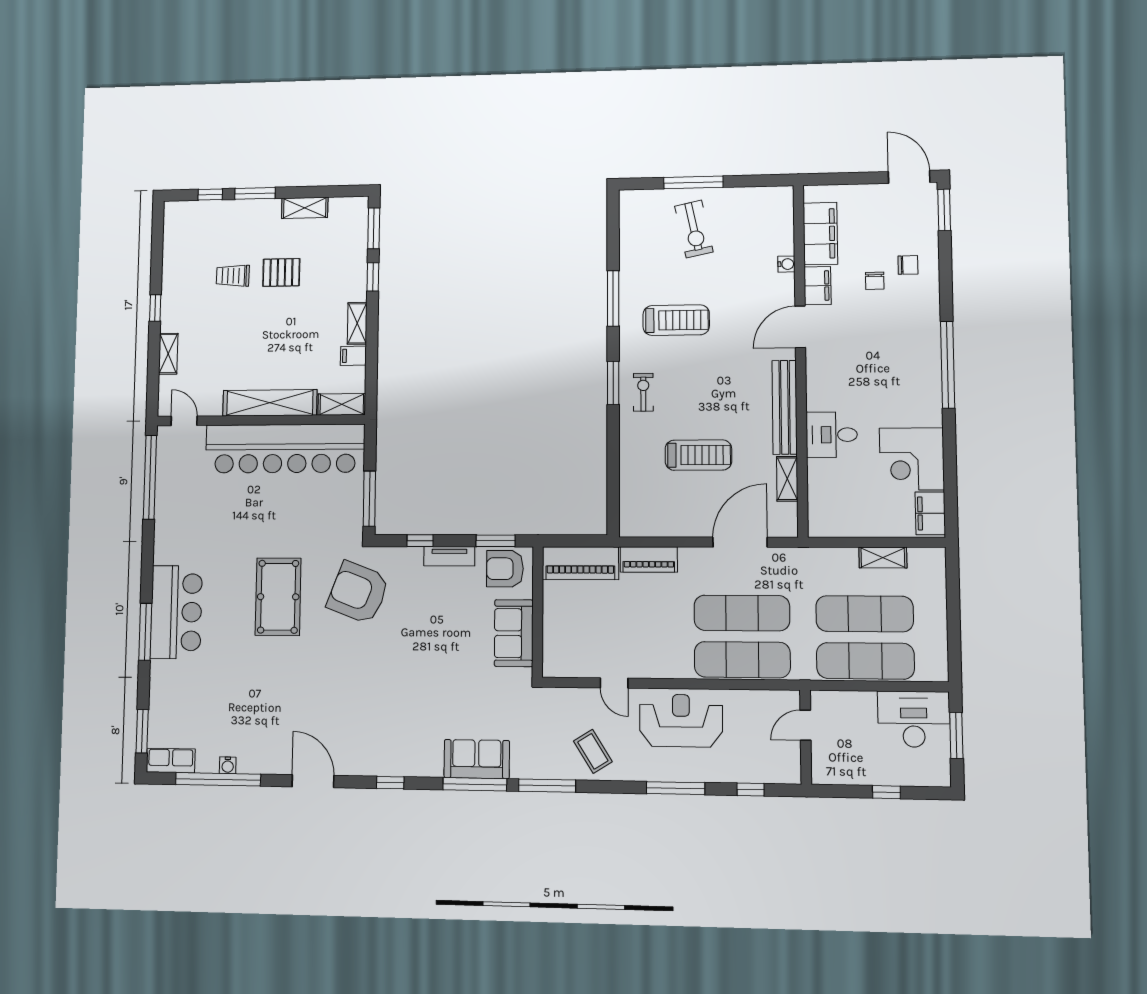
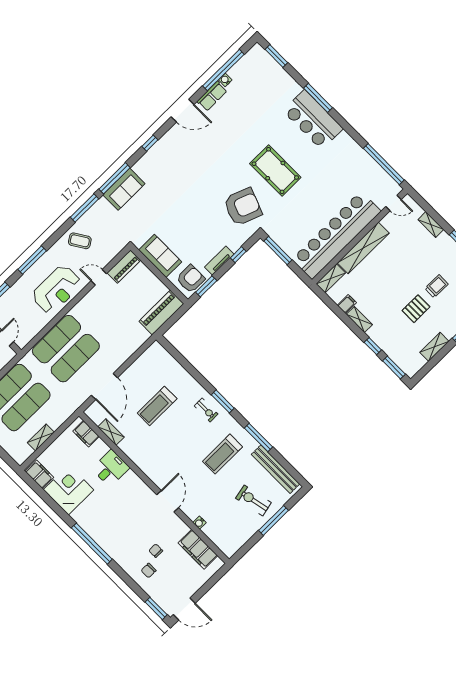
filing cabinet: (818, 286) -> (86, 434), moved
bench: (785, 407) -> (276, 469), moved
piano: (649, 559) -> (124, 266), moved, turned 180
row of seats: (171, 761) -> (212, 96), moved

